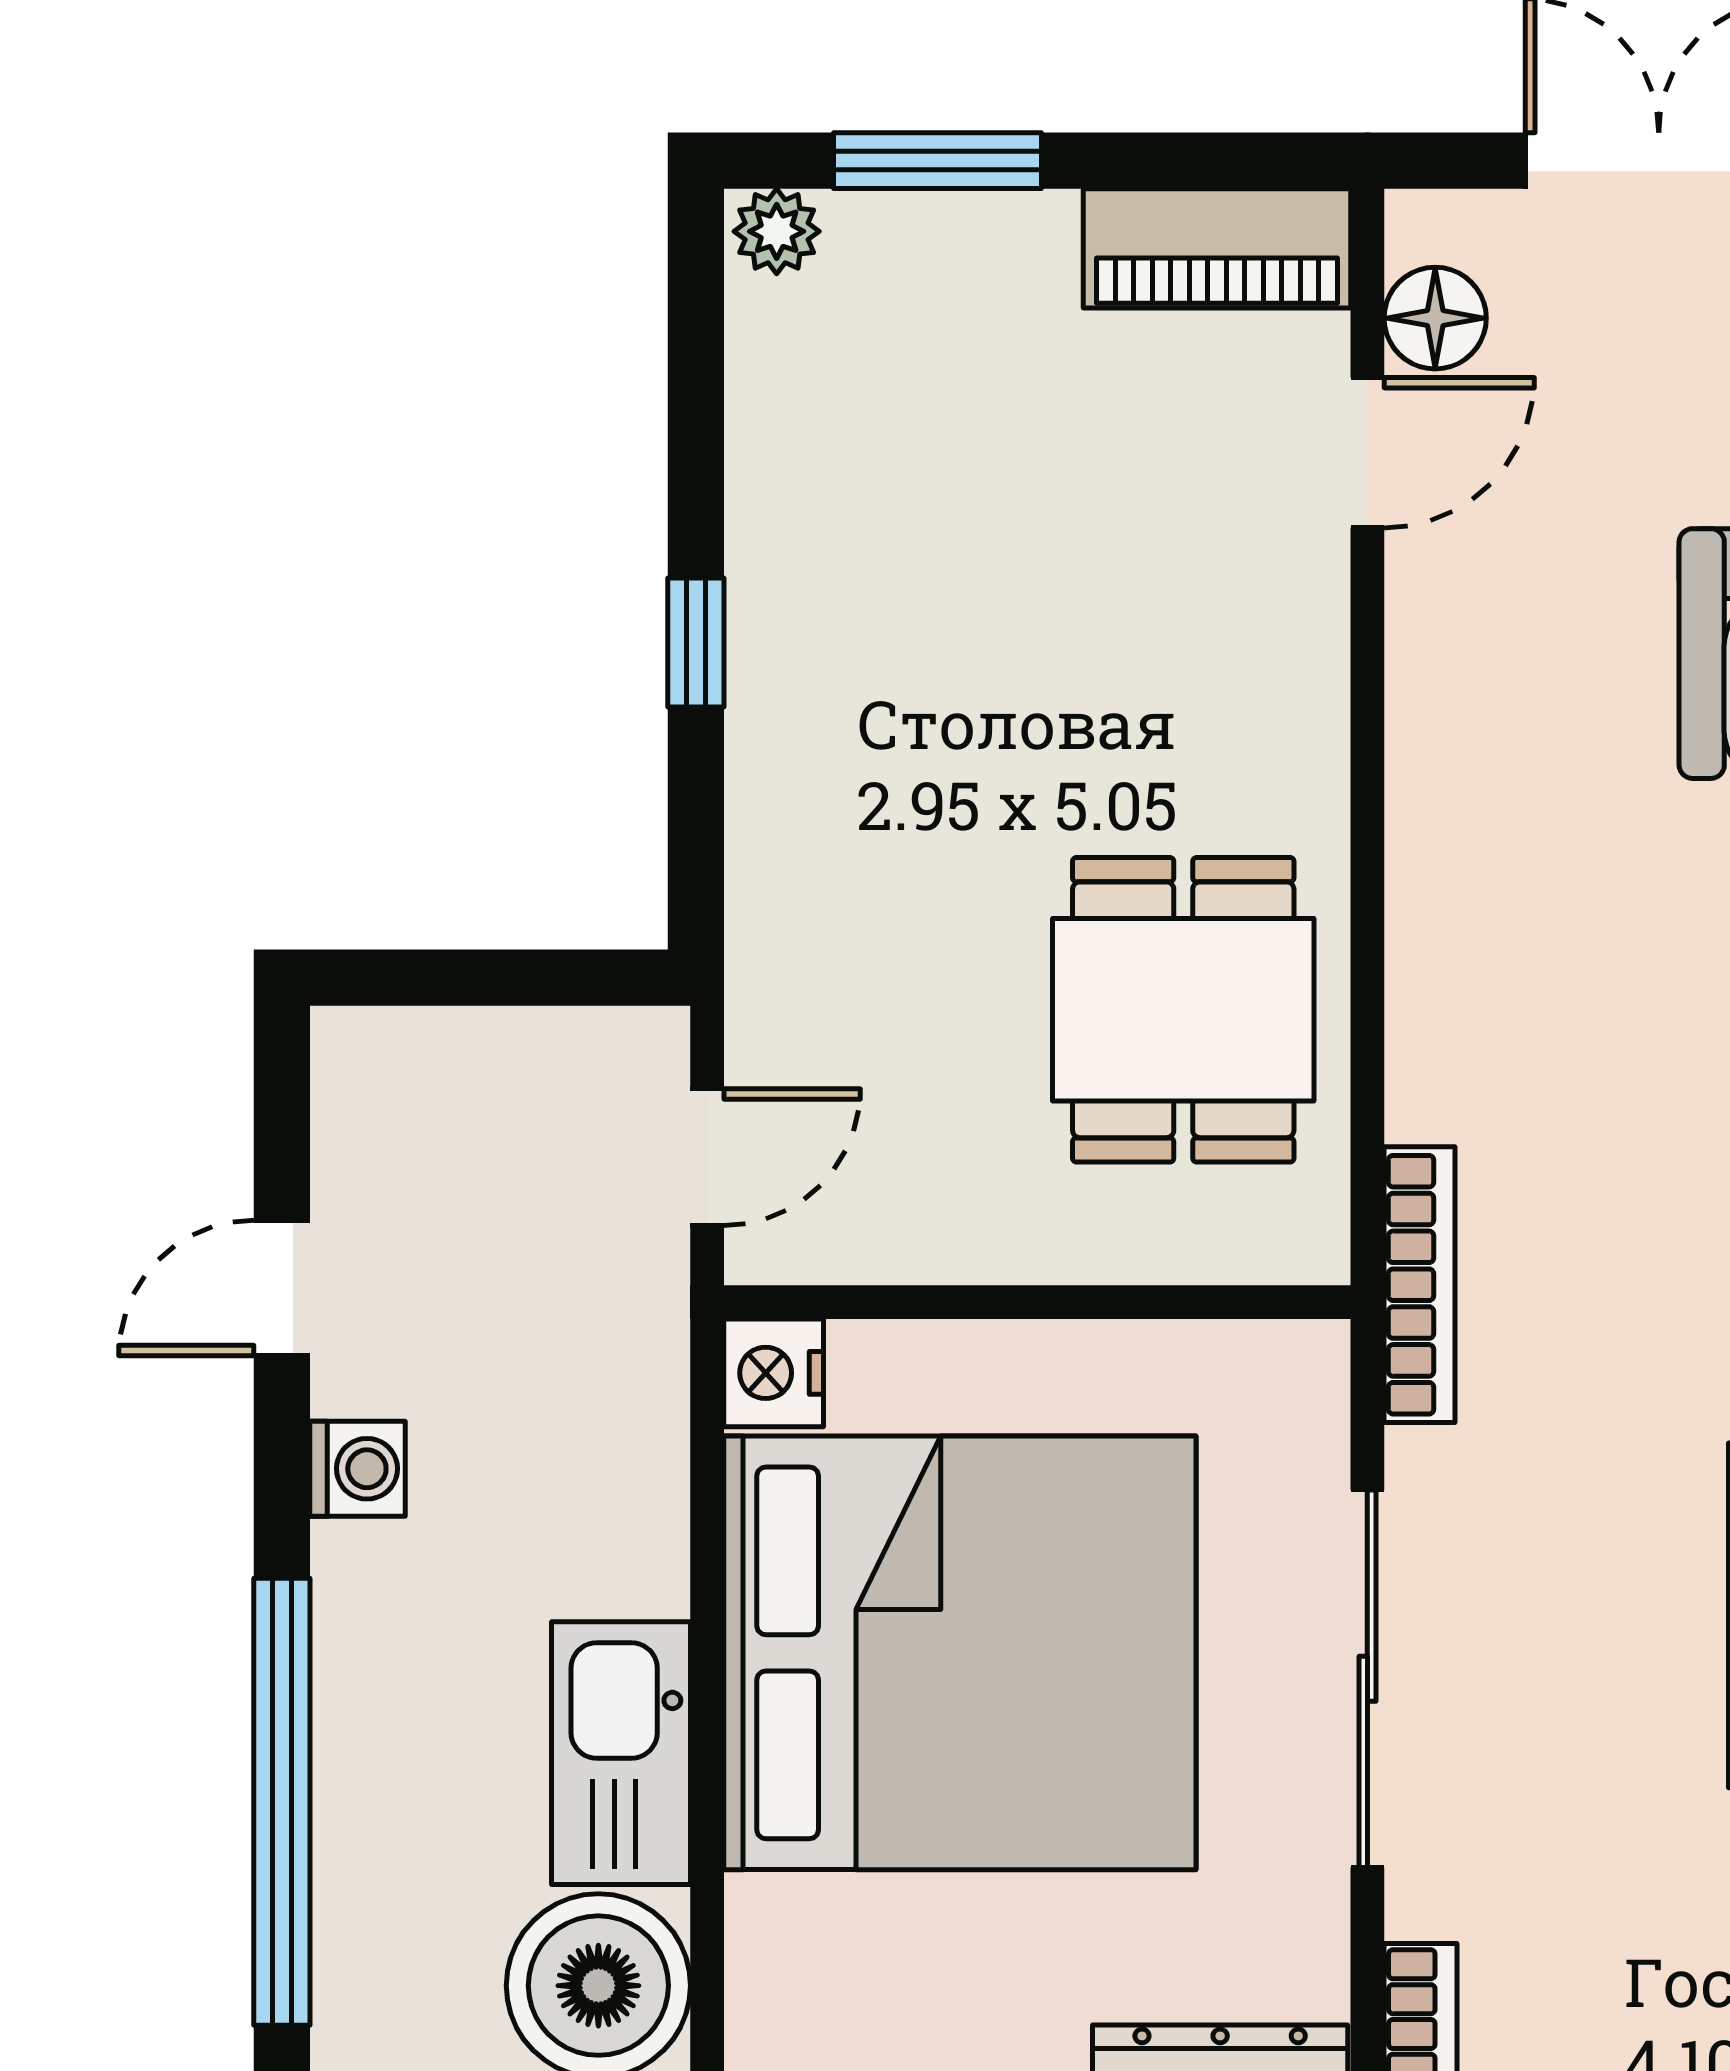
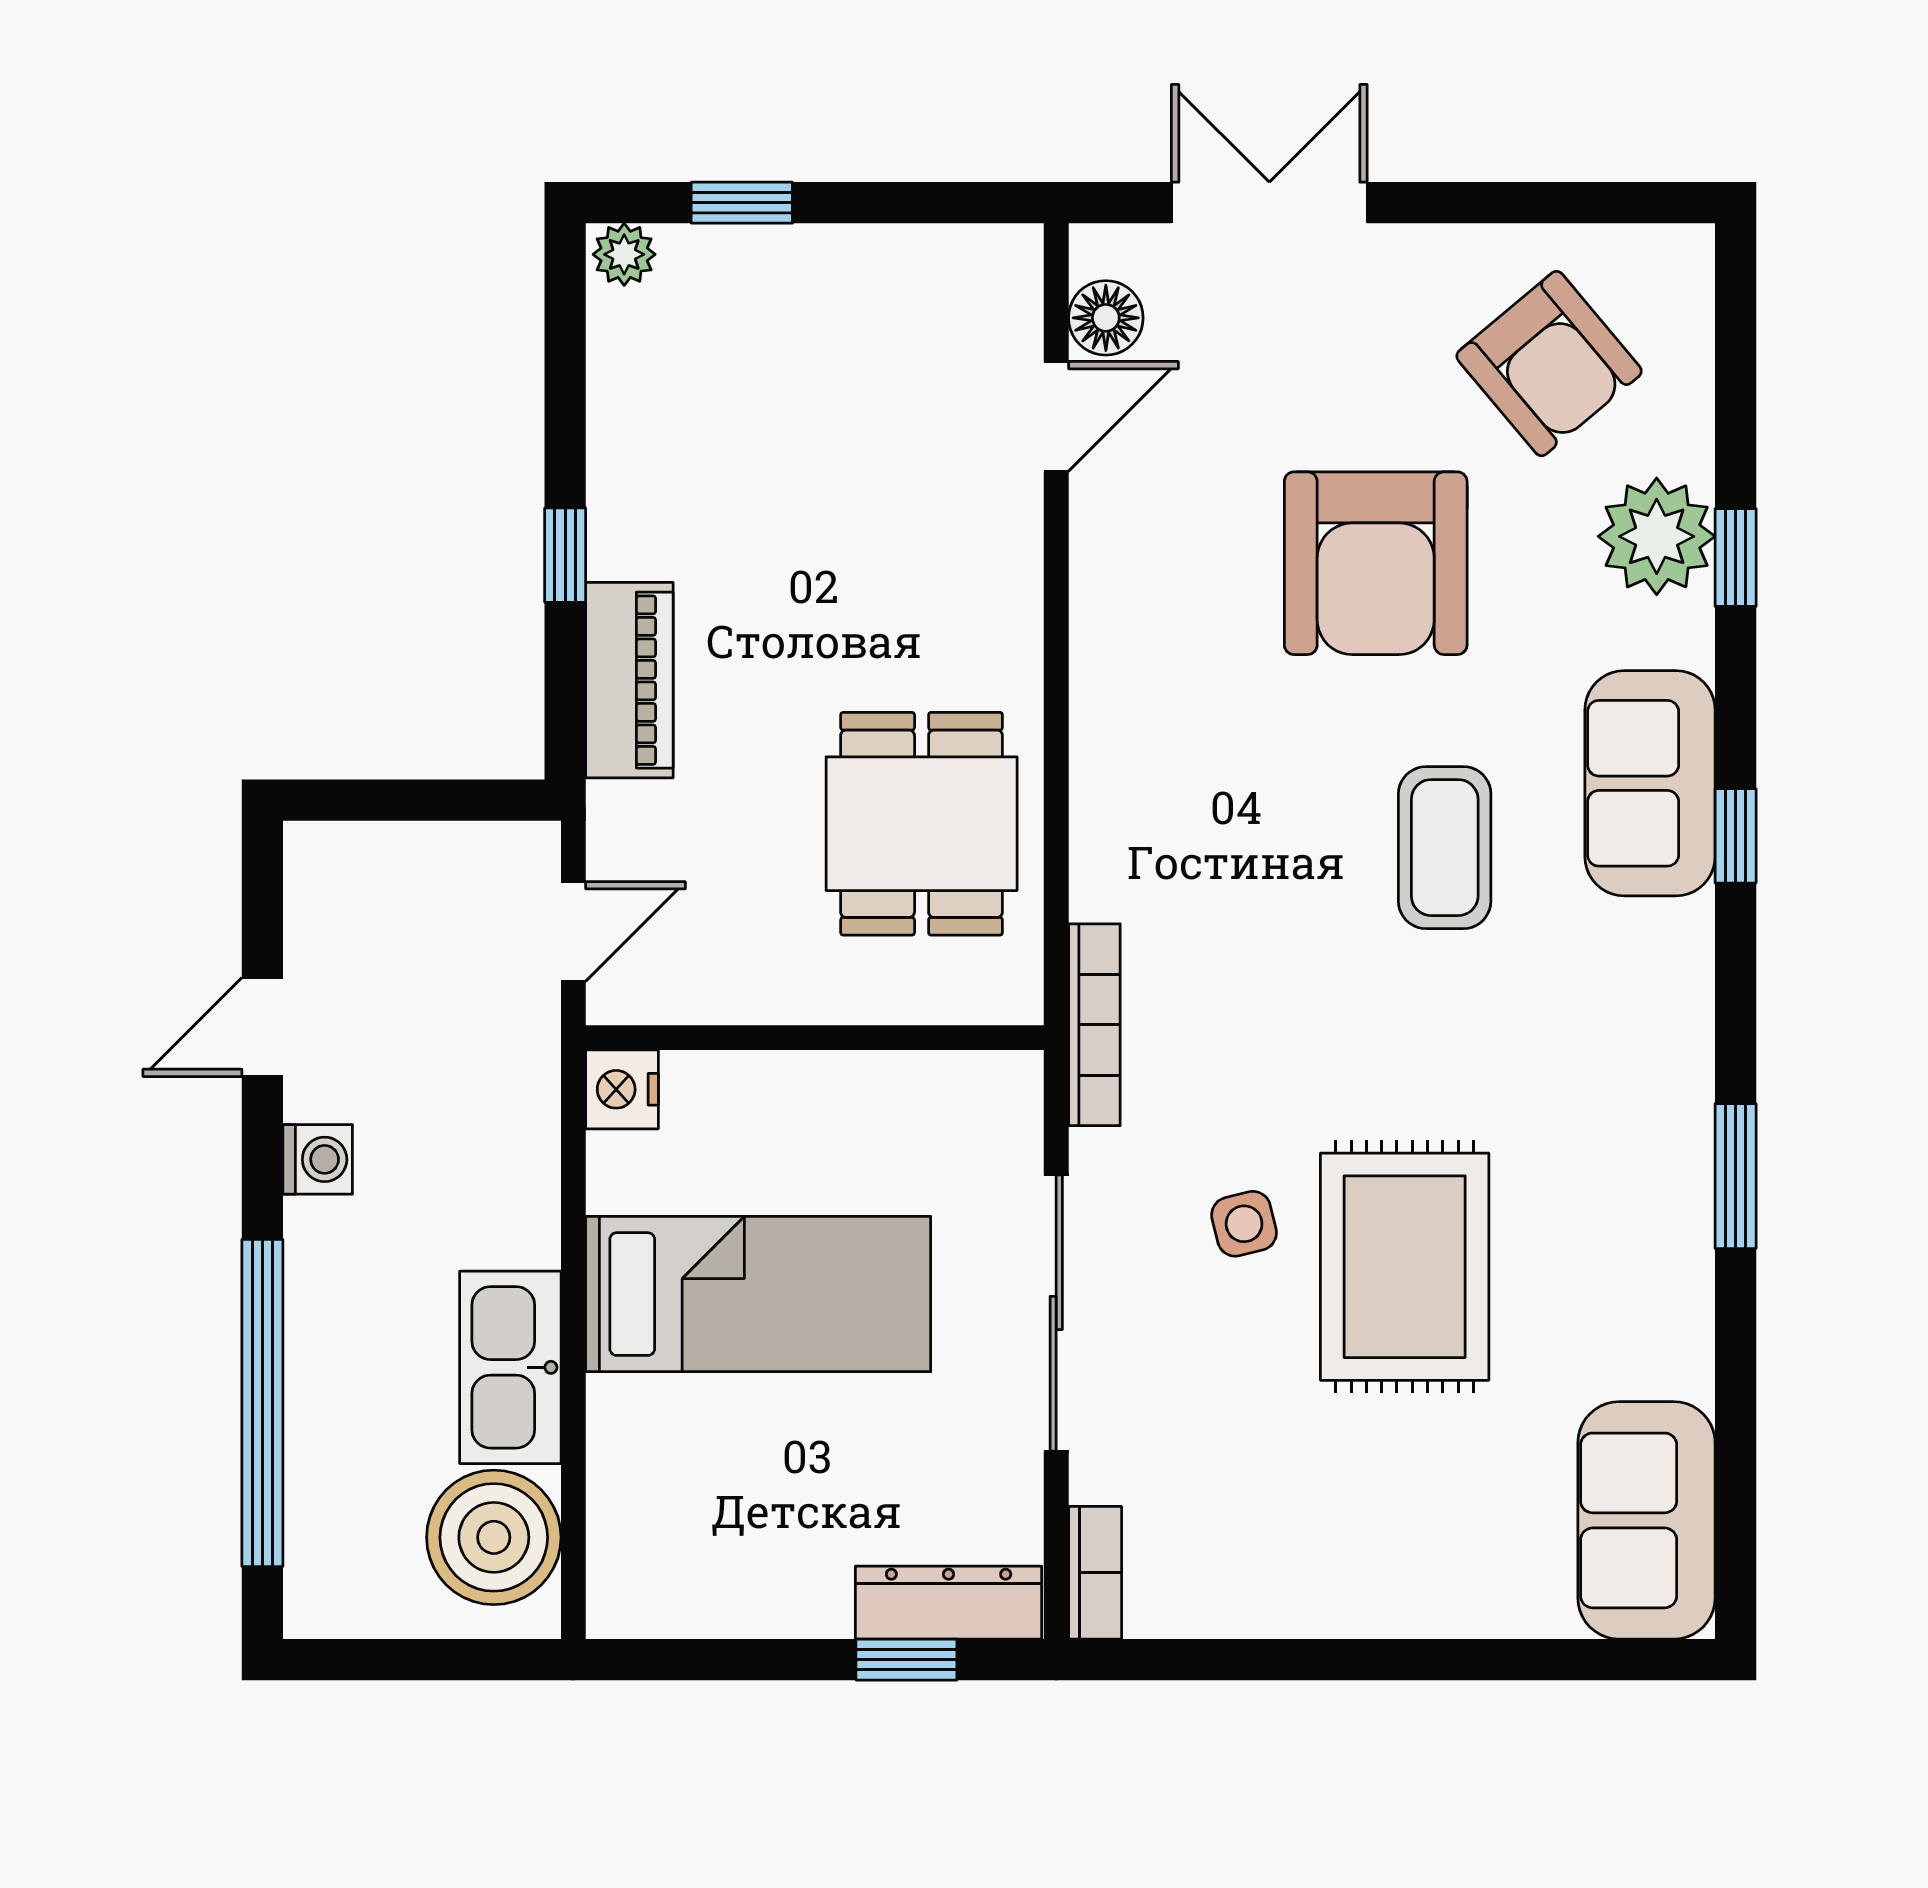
window: (938, 161) -> (742, 203), width x0.67
piano: (1217, 248) -> (629, 680), moved, turned -90
side table: (1624, 1557) -> (1244, 1224), added
bed: (960, 1653) -> (758, 1294), width x0.49

